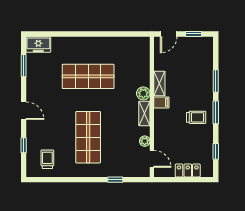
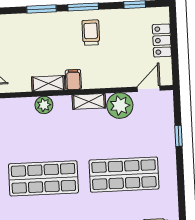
shop shelf: (88, 76) -> (43, 178), turned 90
plant: (143, 93) -> (44, 105), moved
plant: (145, 141) -> (120, 106), width x1.87, depth x1.87

